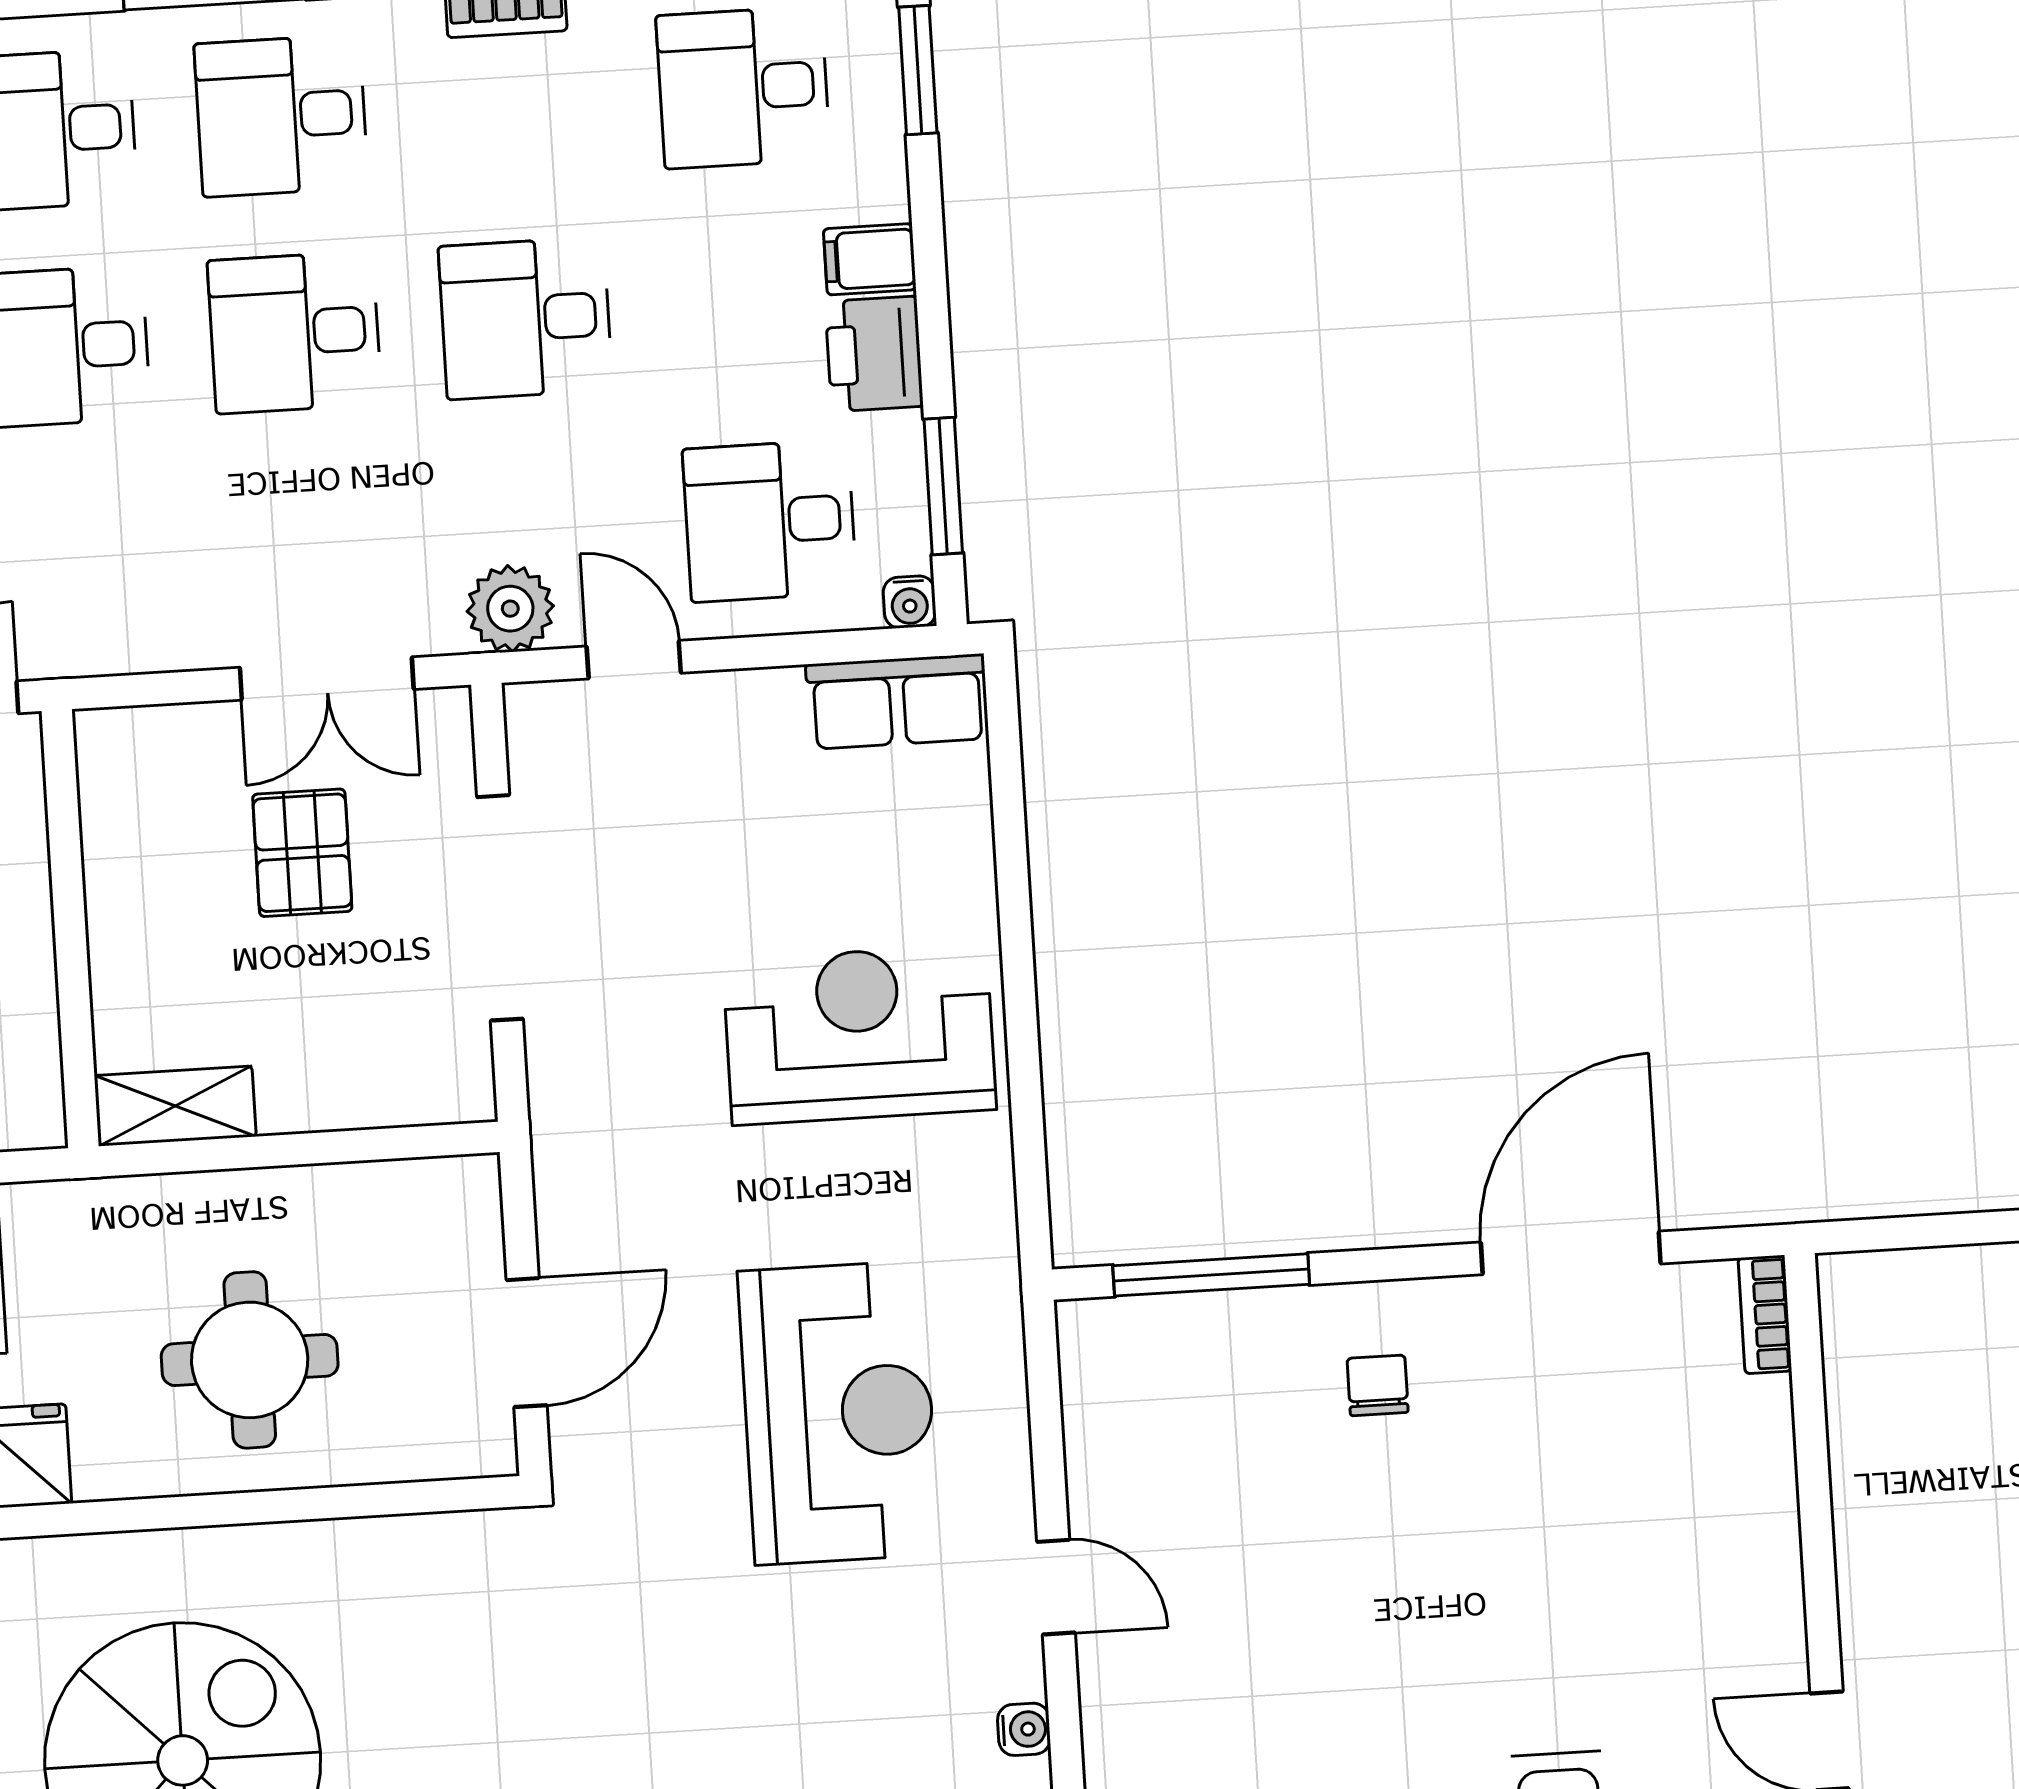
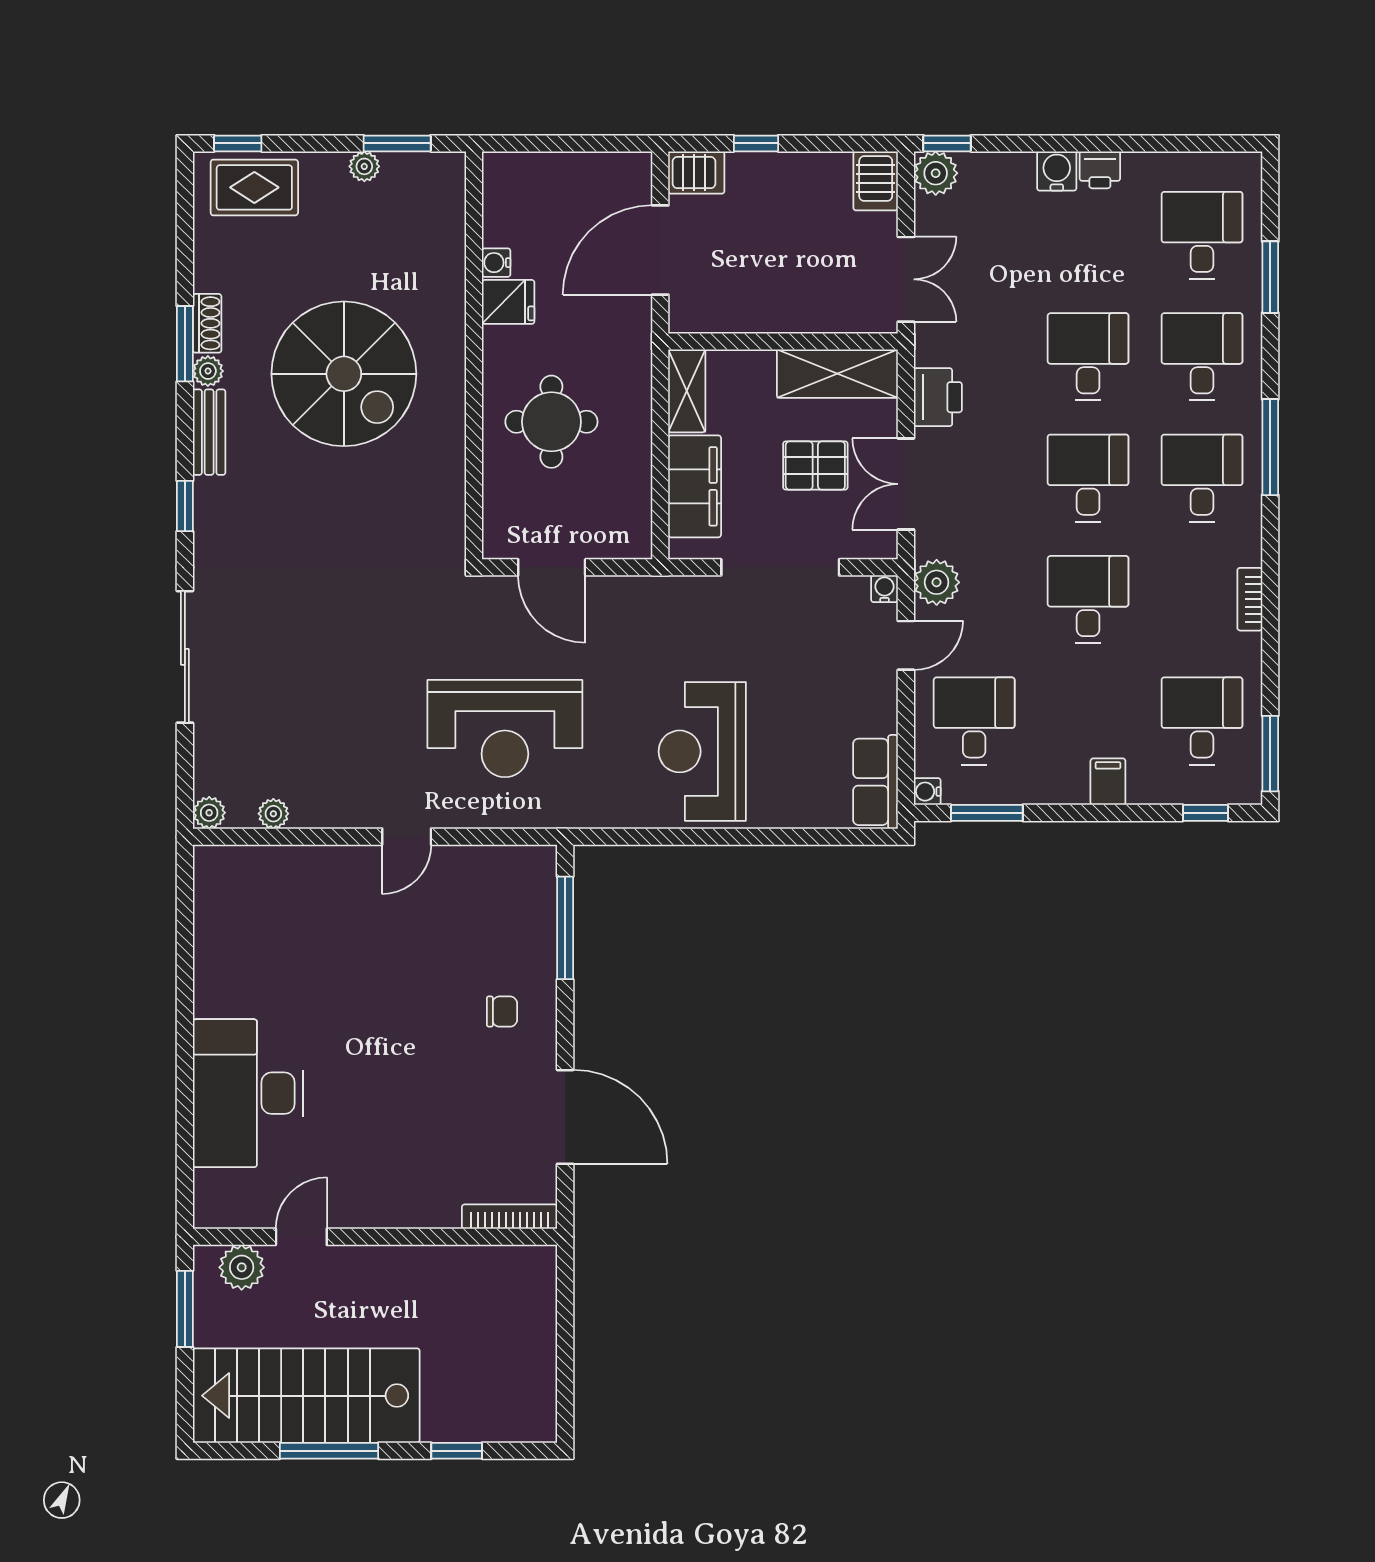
window: (918, 70) -> (1205, 813), width x0.67
printer: (874, 354) -> (938, 397), moved, turned 90
shelving: (125, 822) -> (837, 374), added
reception desk: (859, 1035) -> (702, 751), turned 180
filing cabinet: (356, 1080) -> (695, 486), added
bookcase: (1765, 1314) -> (510, 1217), width x1.56
water cooler: (1024, 1729) -> (884, 589), moved, turned 180

